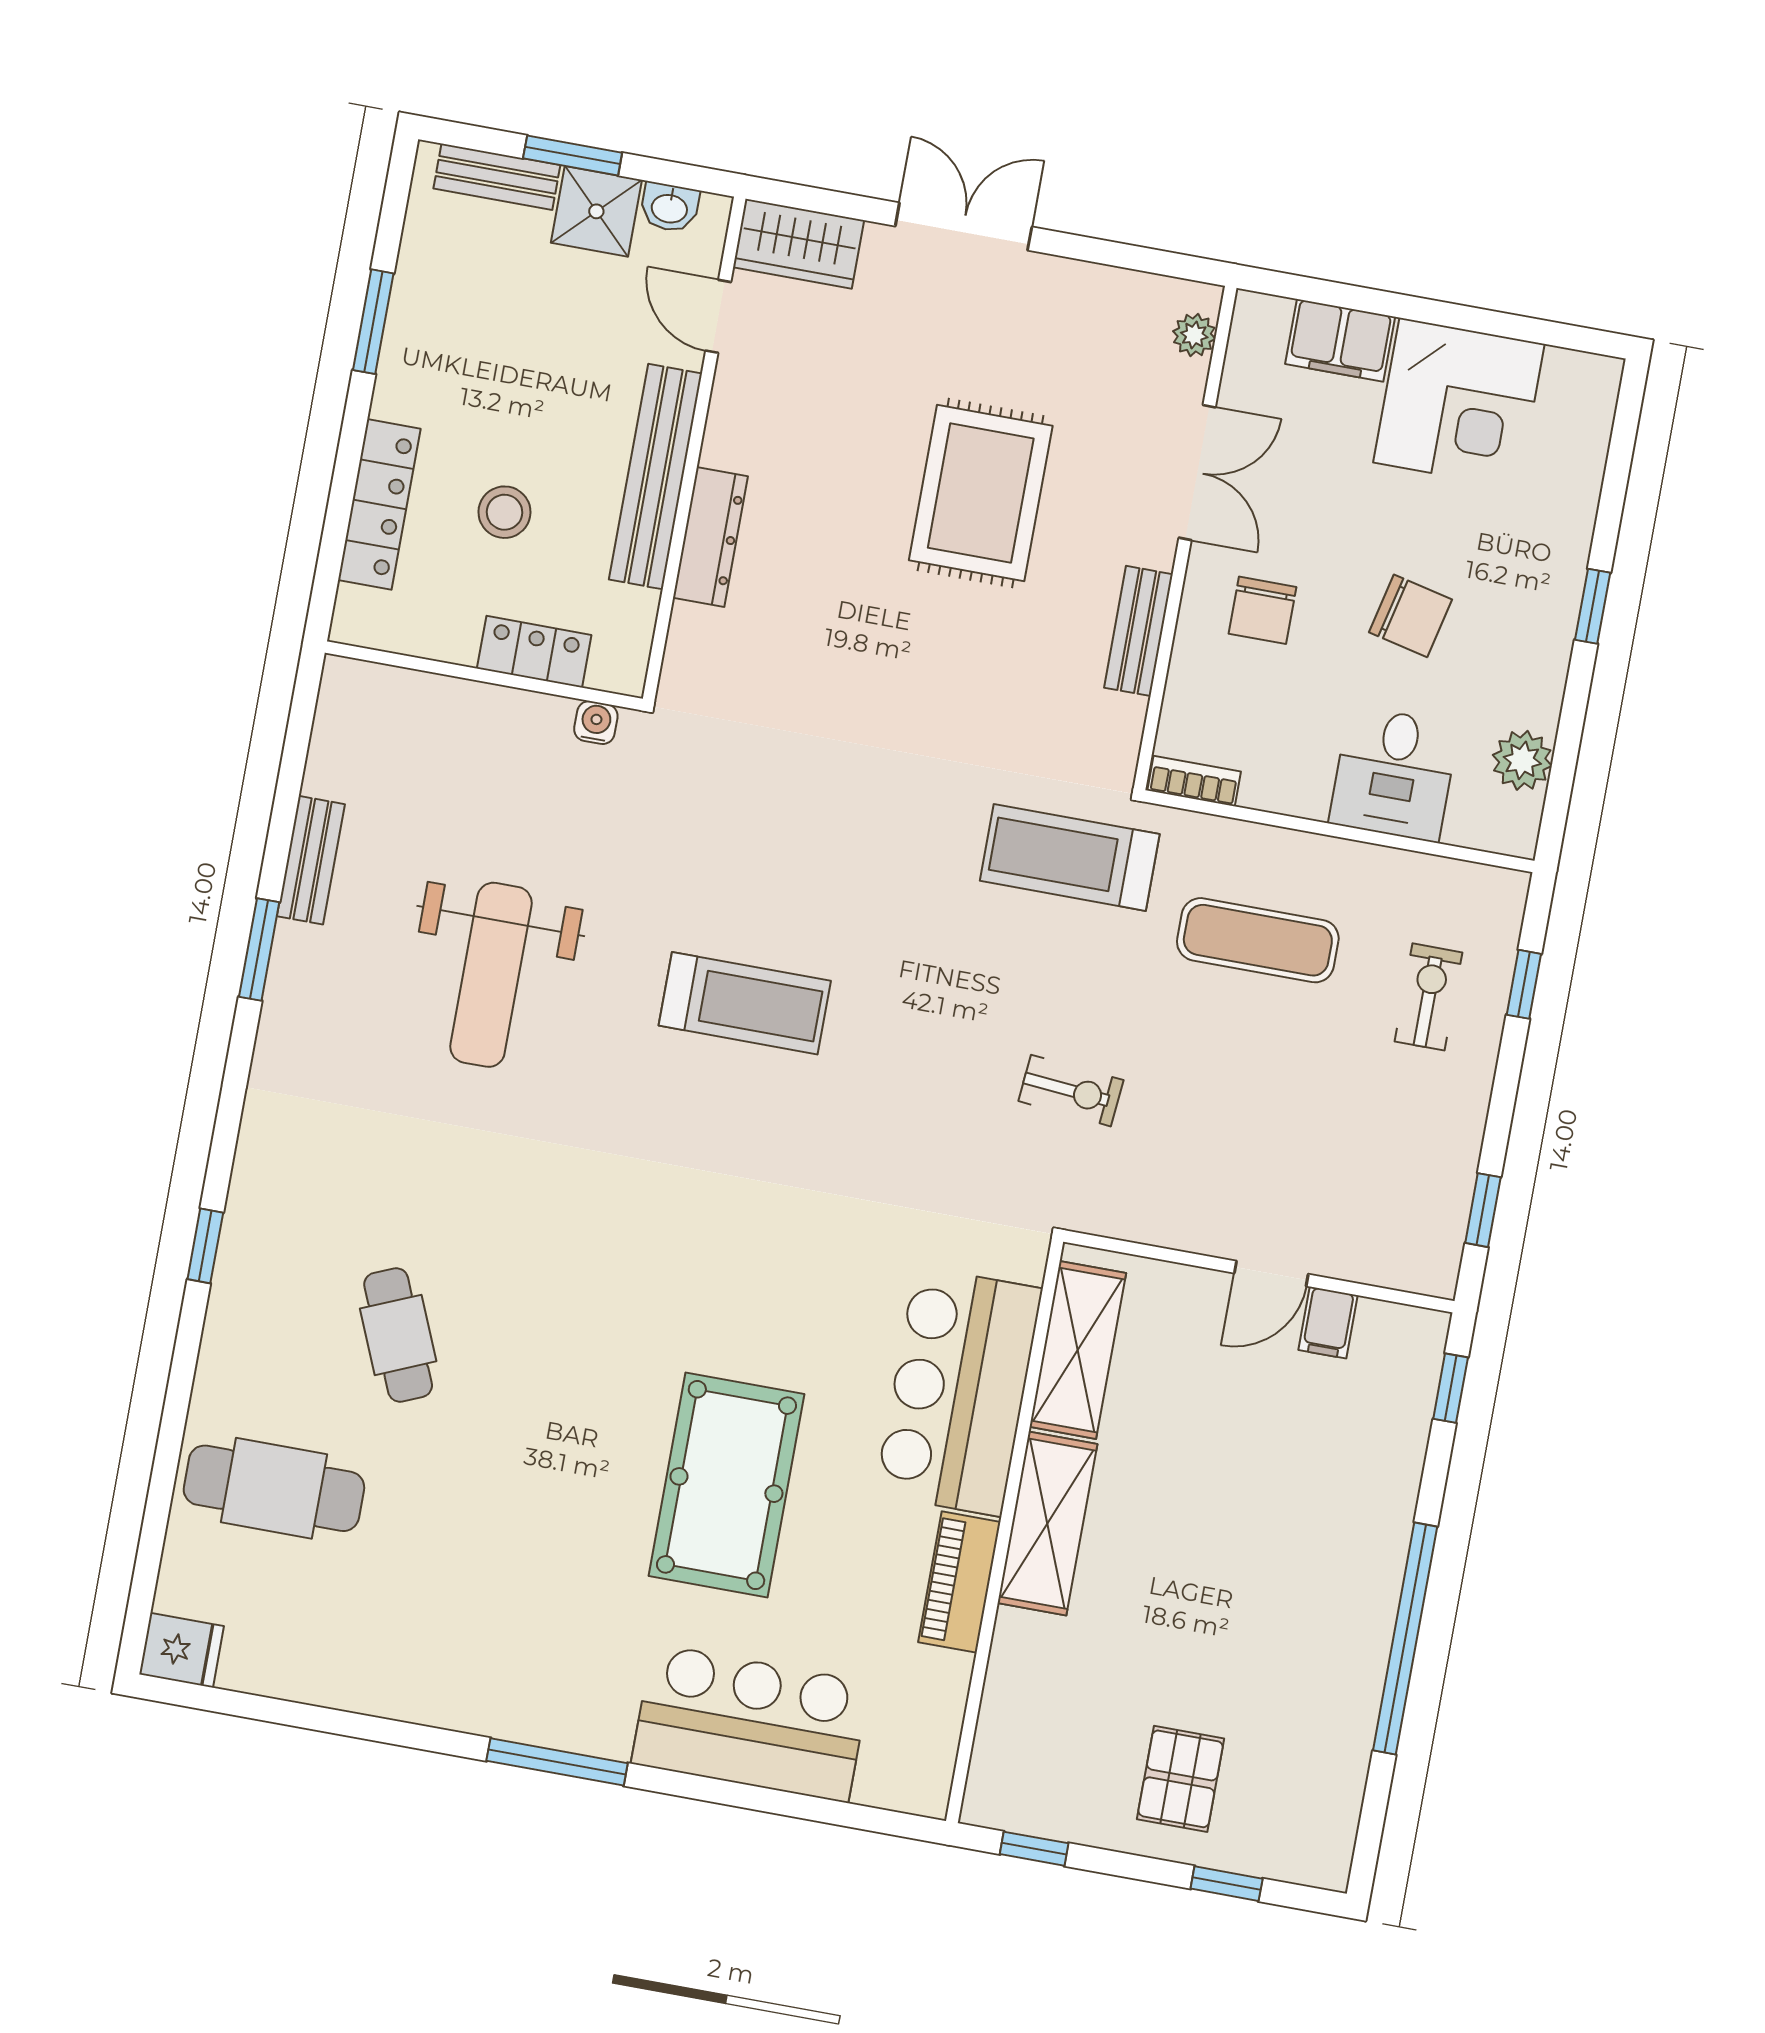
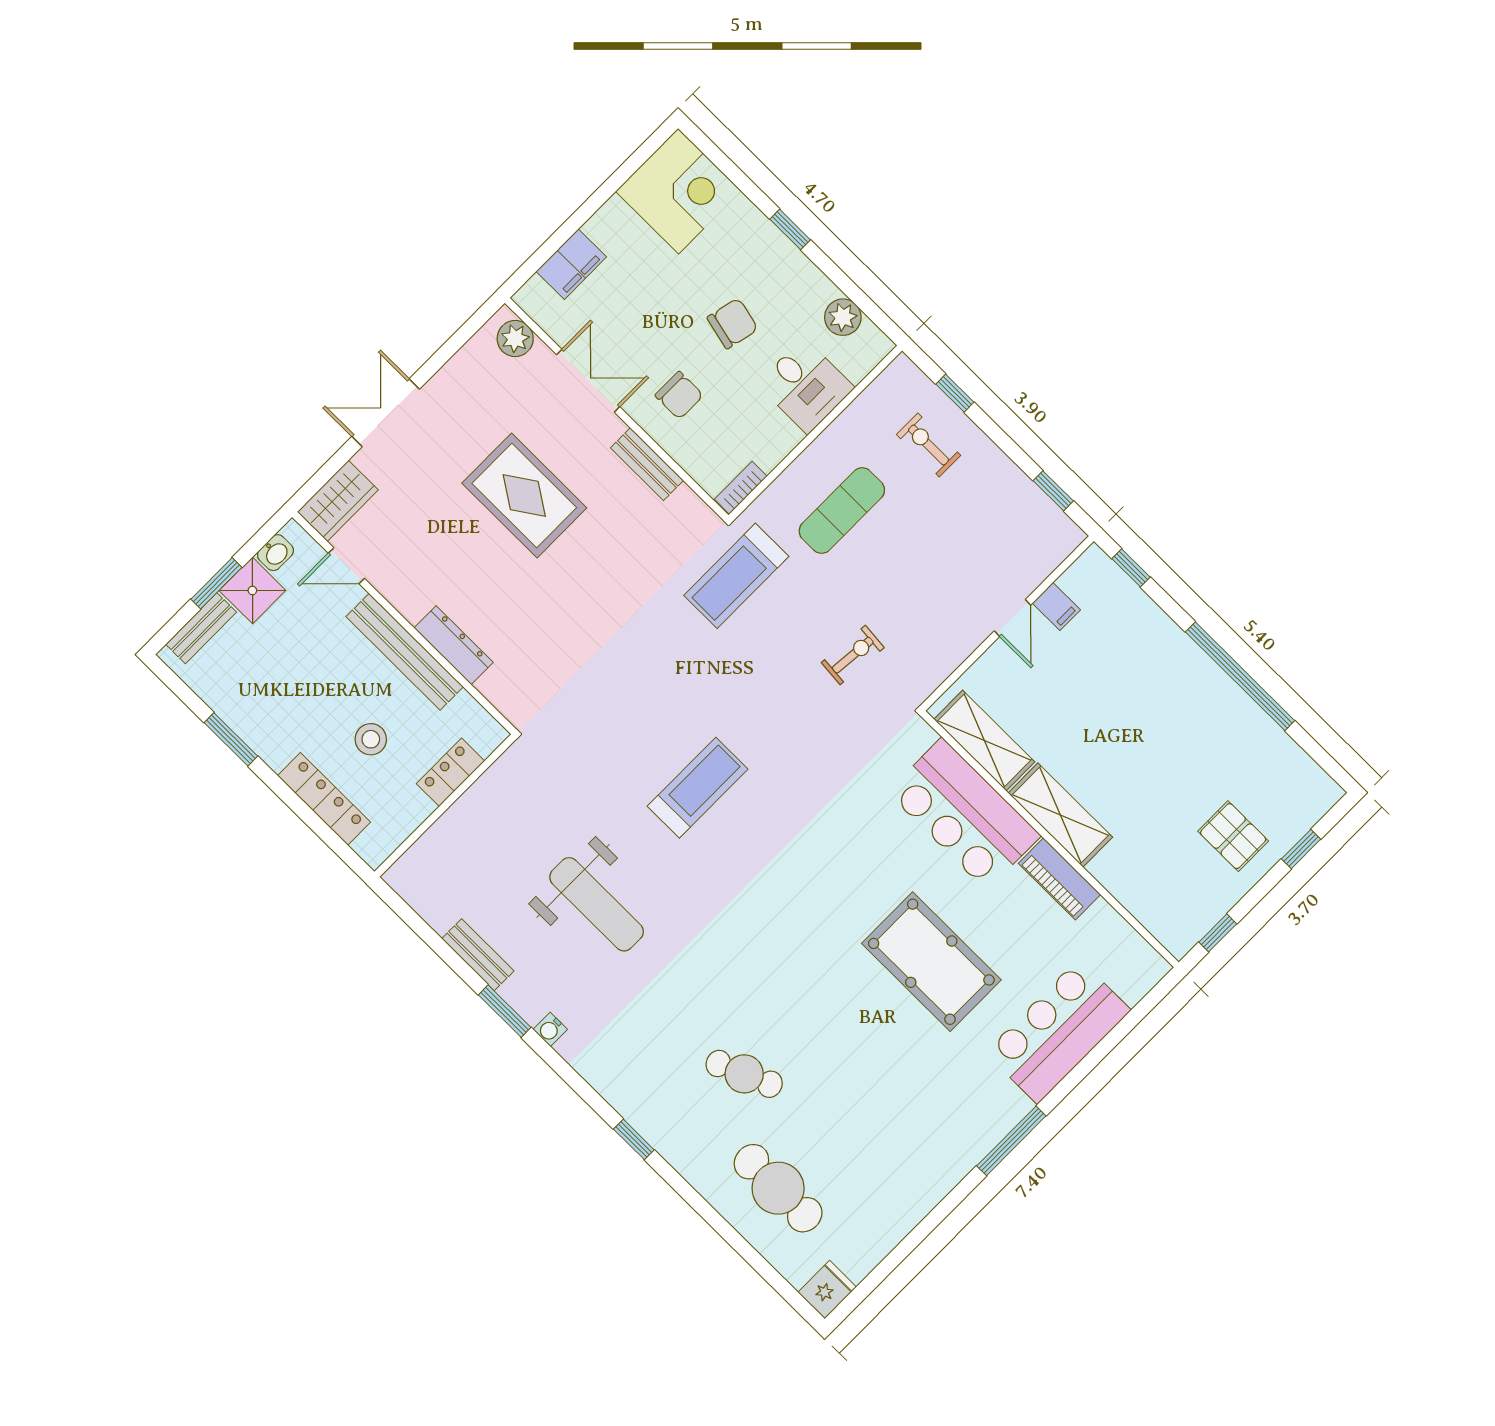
plant: (1194, 335) -> (515, 339), width x1.38, depth x1.38
corner desk: (1459, 403) -> (678, 191), moved
water cooler: (596, 723) -> (550, 1029), moved, turned -90
cafe table: (274, 1488) -> (778, 1188), turned 90

